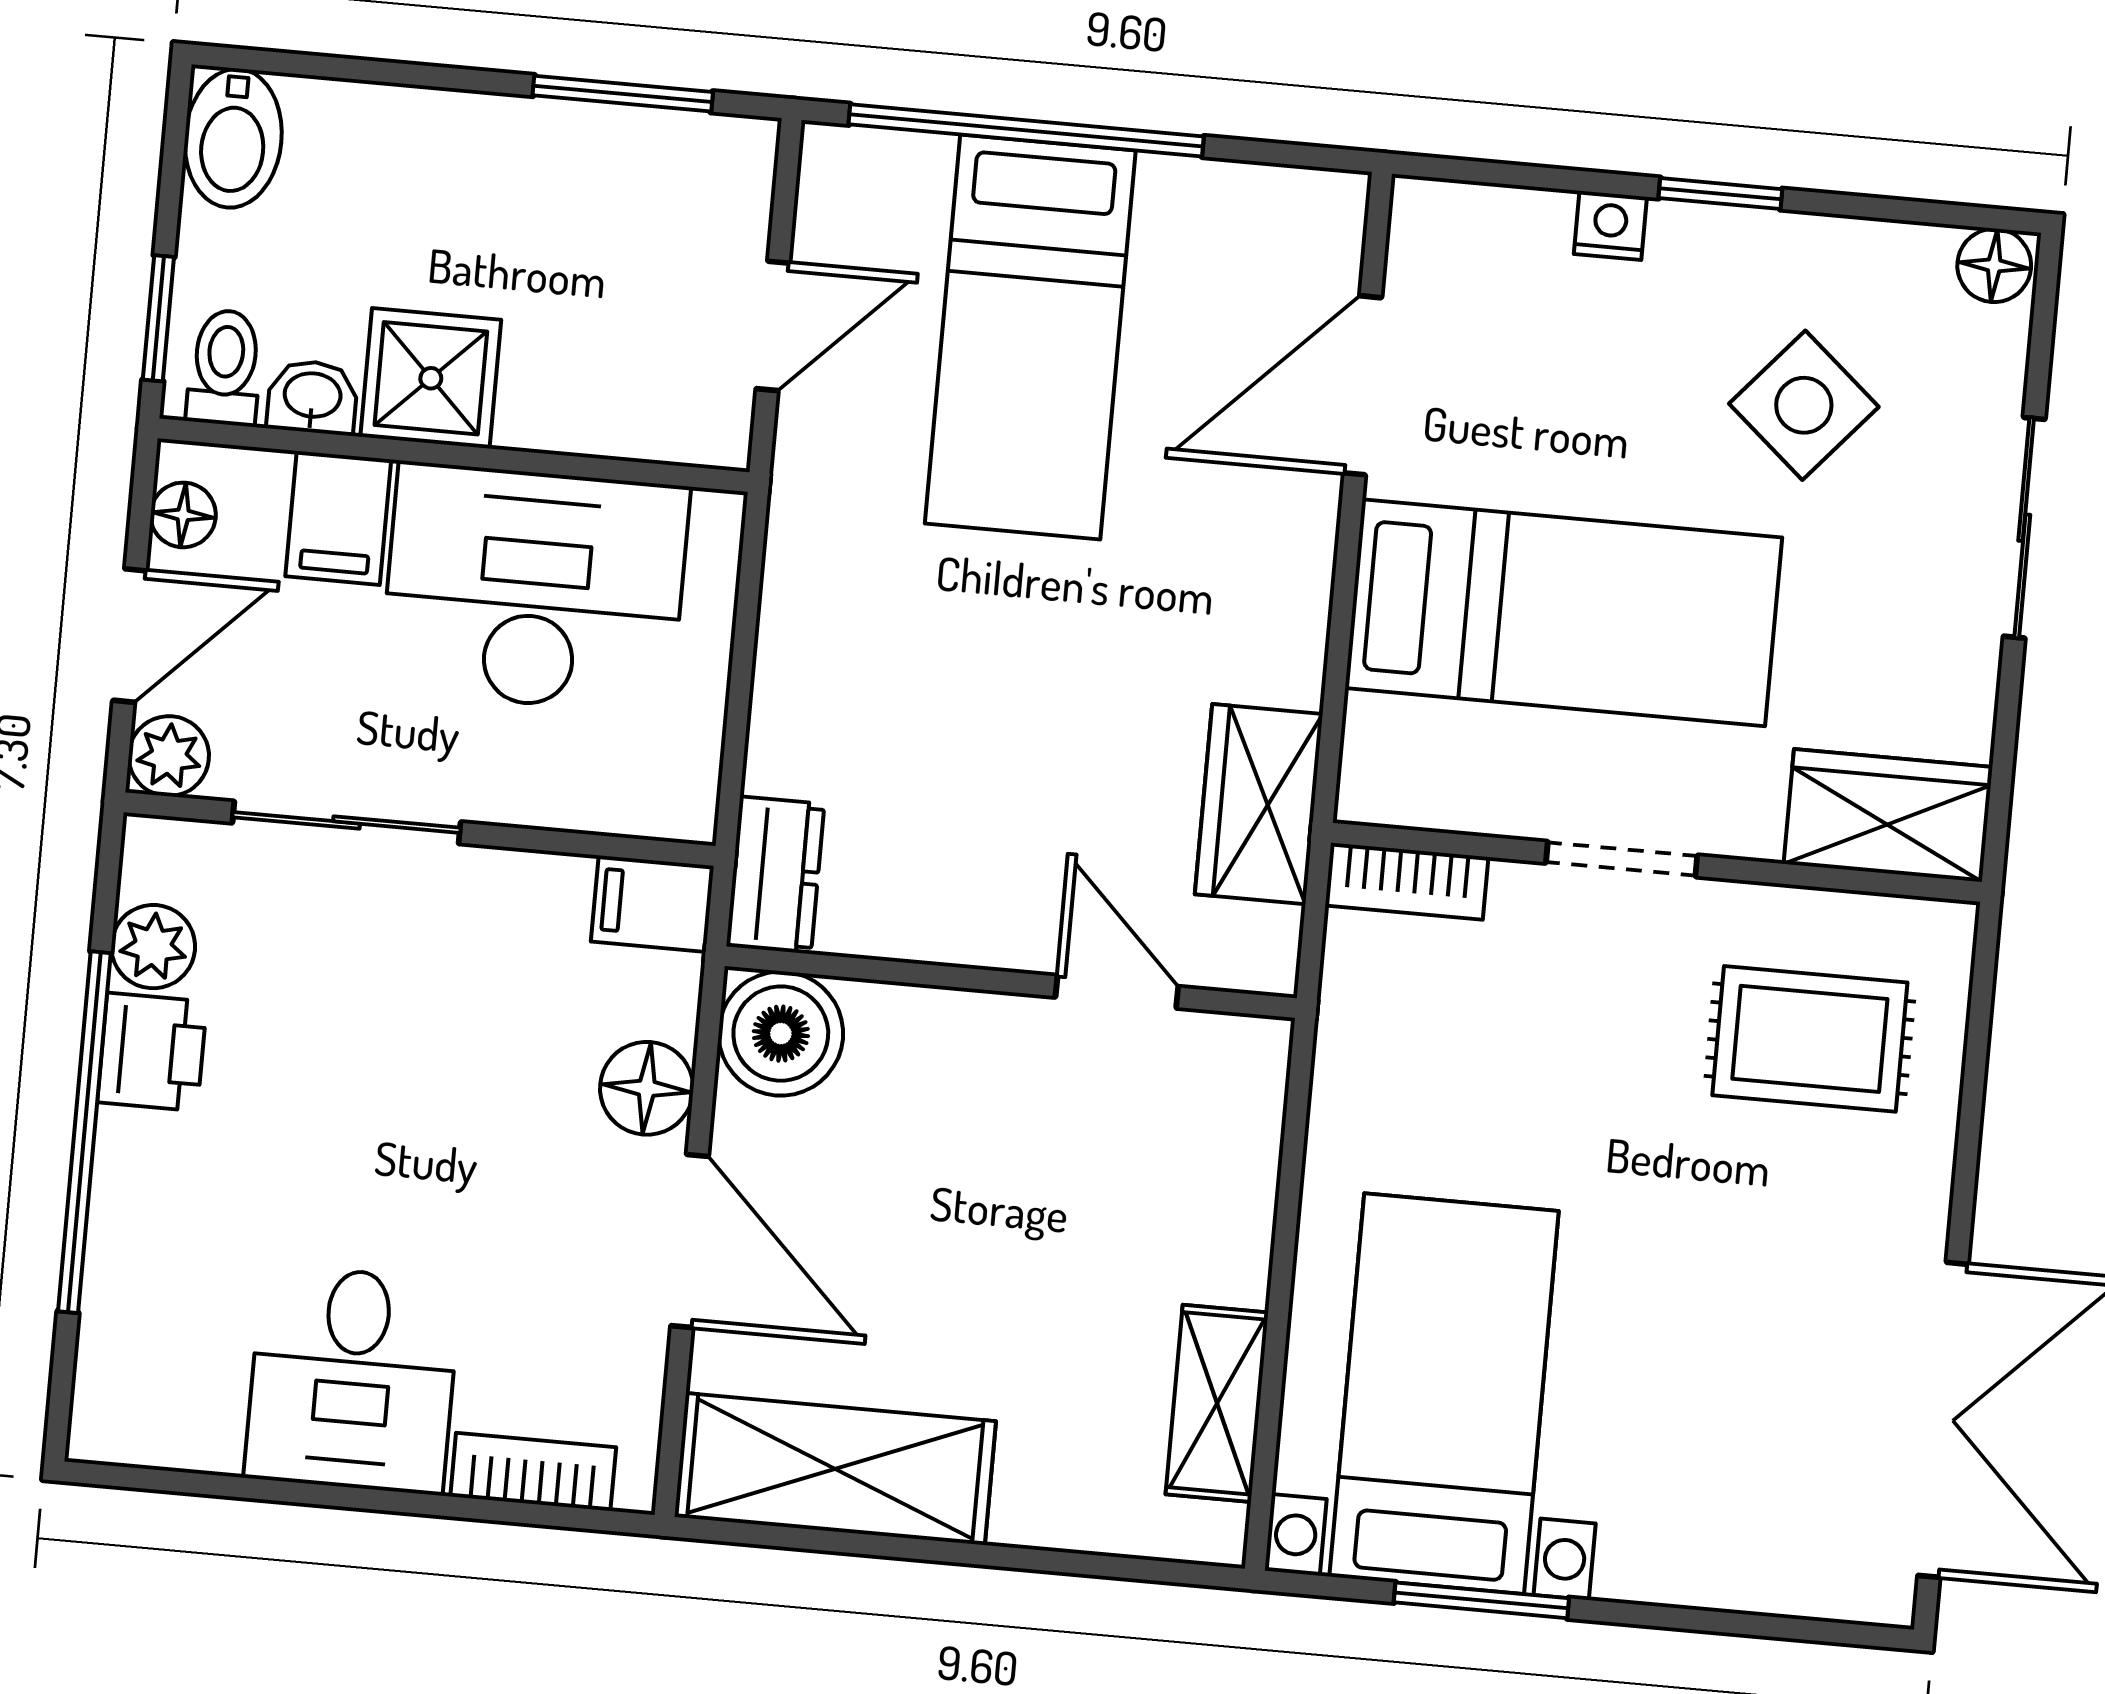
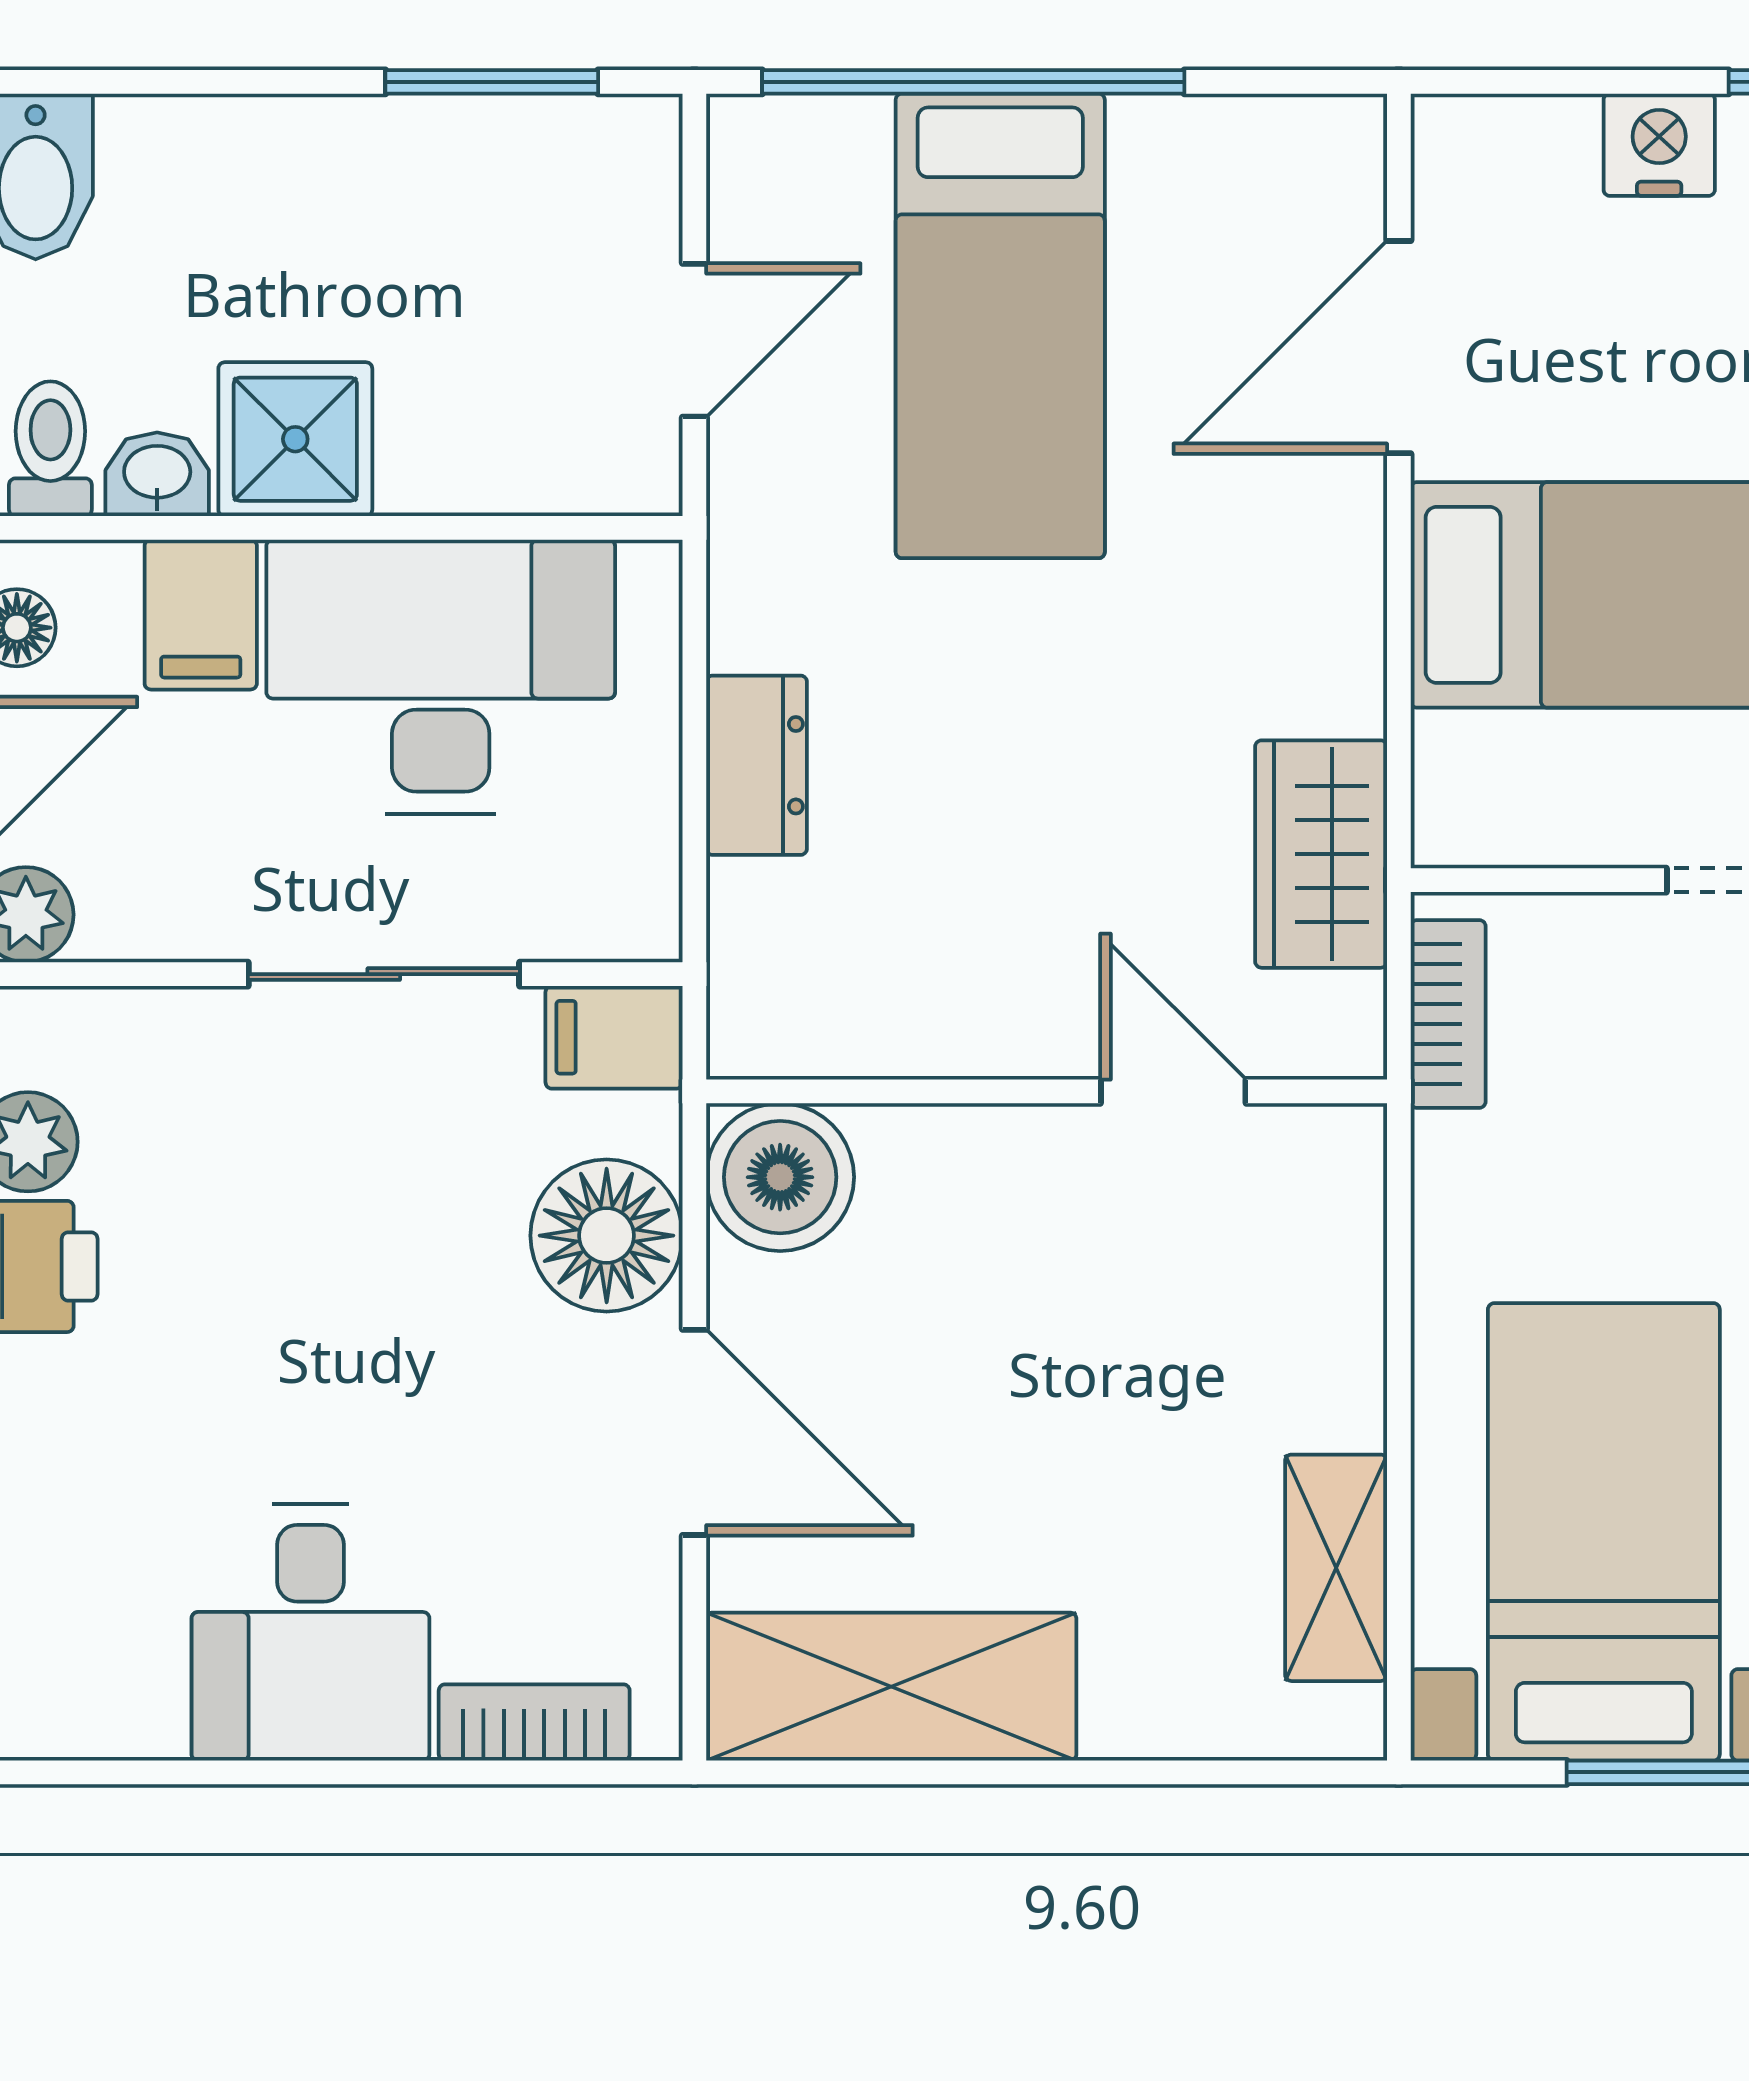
nightstand: (1610, 225) -> (1659, 145), width x1.39, depth x1.35
sliding door: (347, 822) -> (384, 974), moved
dresser: (775, 875) -> (757, 765), moved
bookcase: (1407, 881) -> (1448, 1014), moved, turned -90
floor lamp: (647, 1088) -> (607, 1236), width x1.38, depth x1.38

